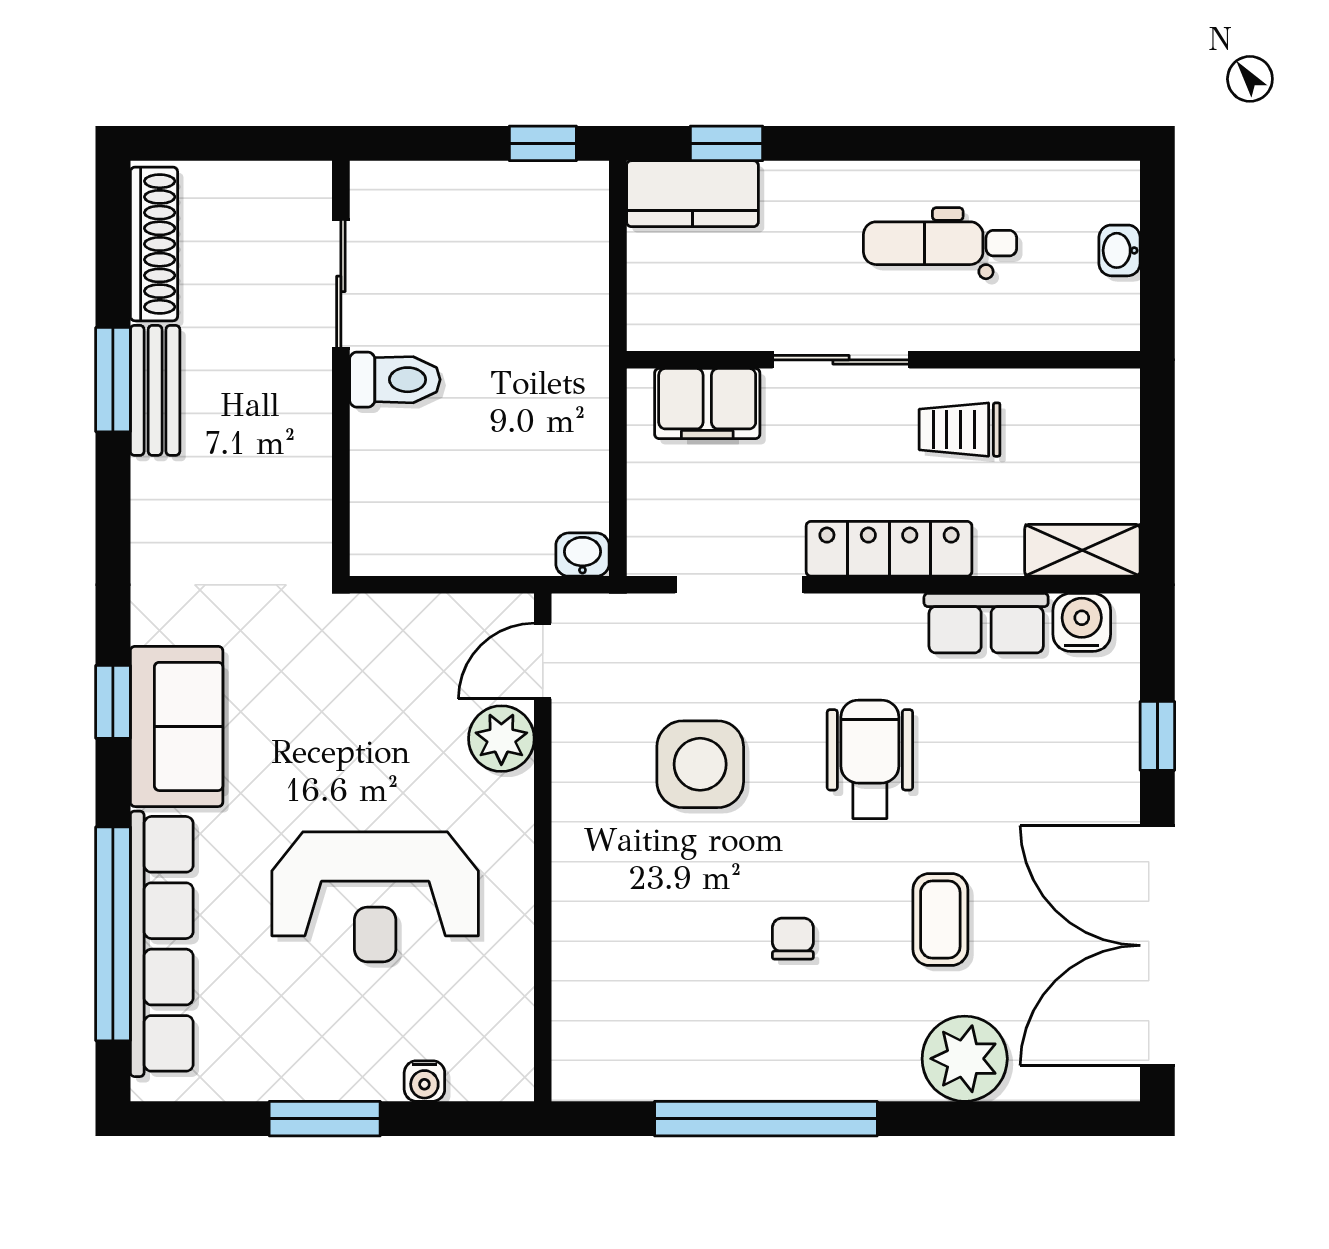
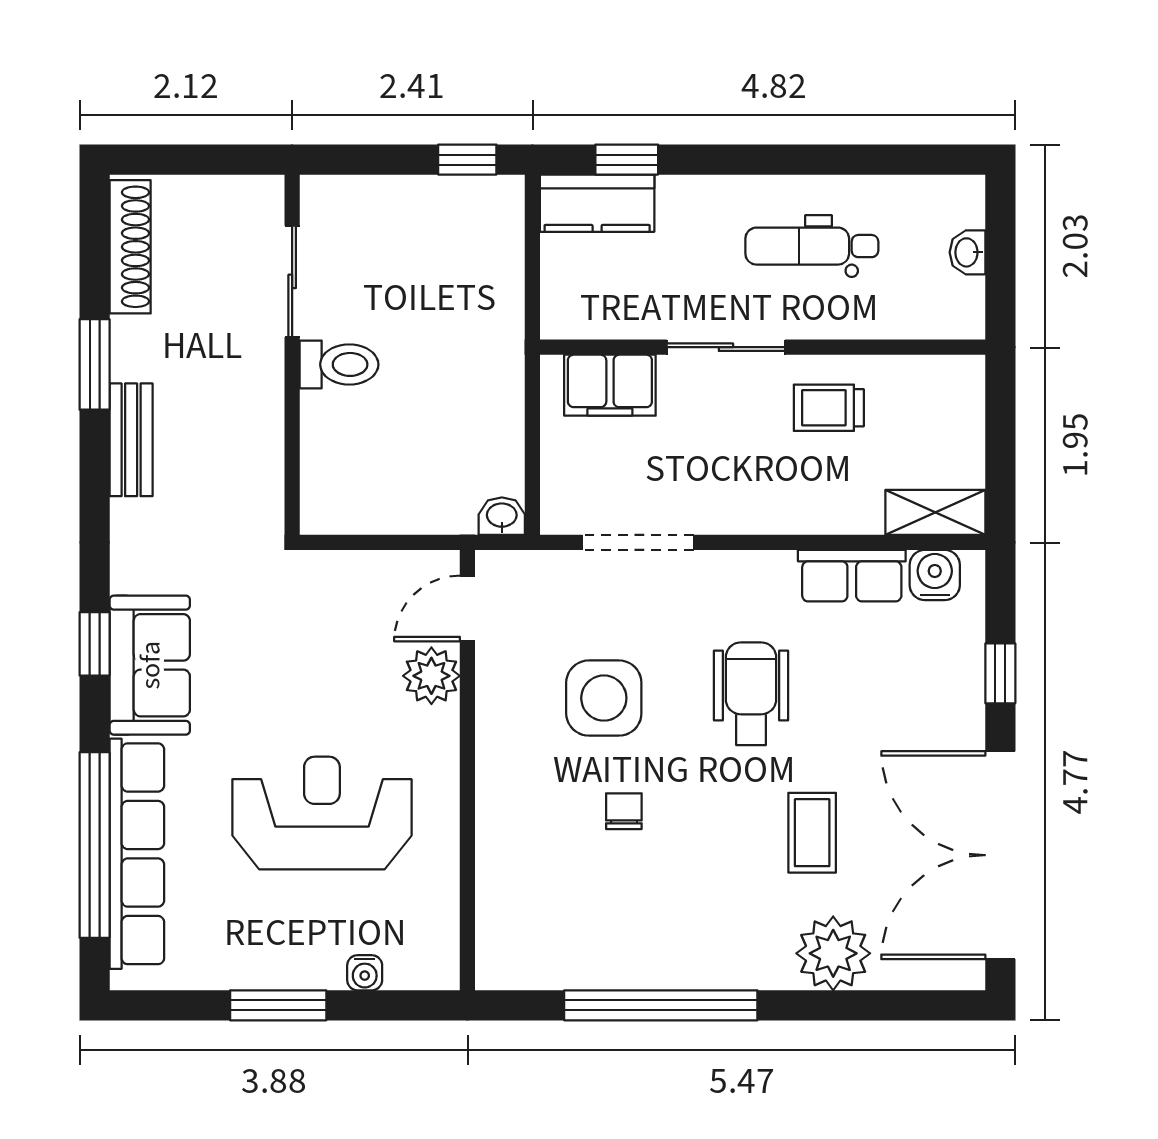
bench: (155, 390) -> (131, 440), moved
locker: (889, 549) -> (768, 511), removed
reception desk: (375, 897) -> (322, 813), turned 180
chair: (793, 939) -> (624, 811), moved

